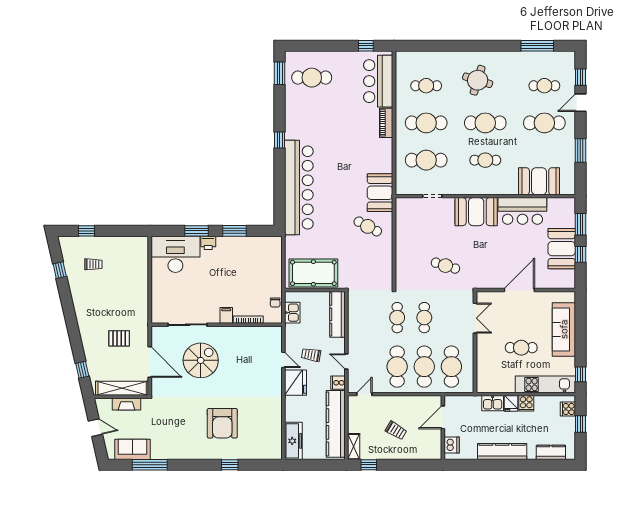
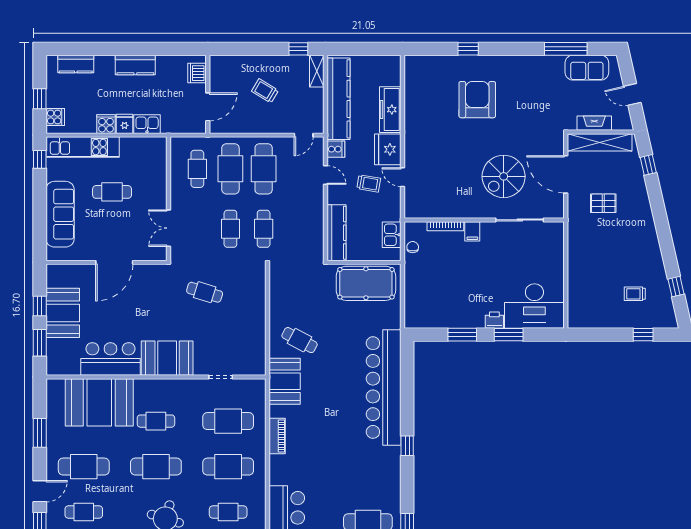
piano: (386, 123) -> (277, 436), moved
booth: (539, 181) -> (99, 402), width x1.36, depth x1.42
cafe table: (451, 367) -> (197, 169), width x0.73, depth x0.74
freezer: (293, 441) -> (390, 110), moved
kitchen counter: (502, 452) -> (135, 65), width x0.67

